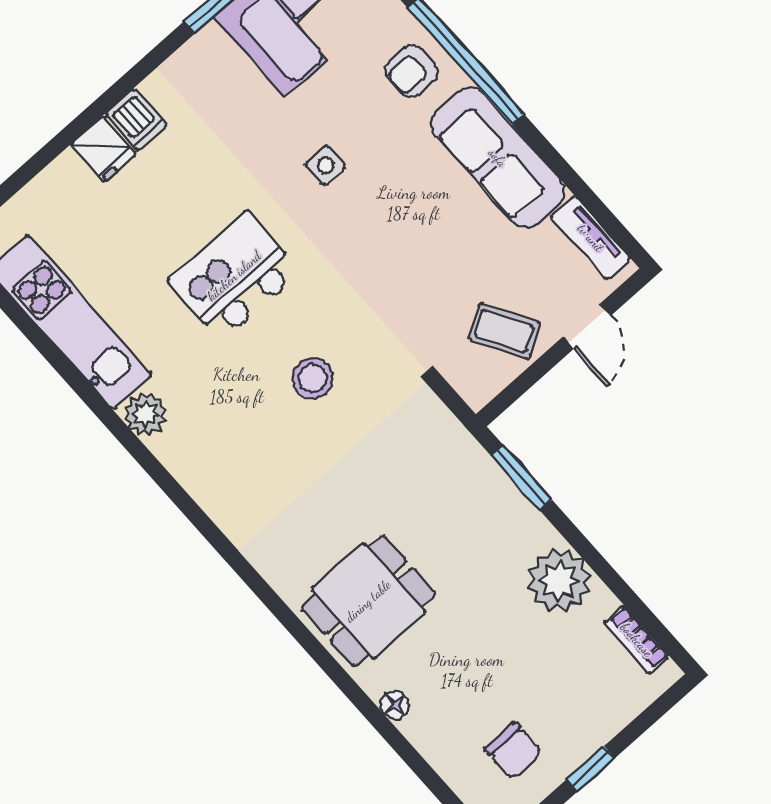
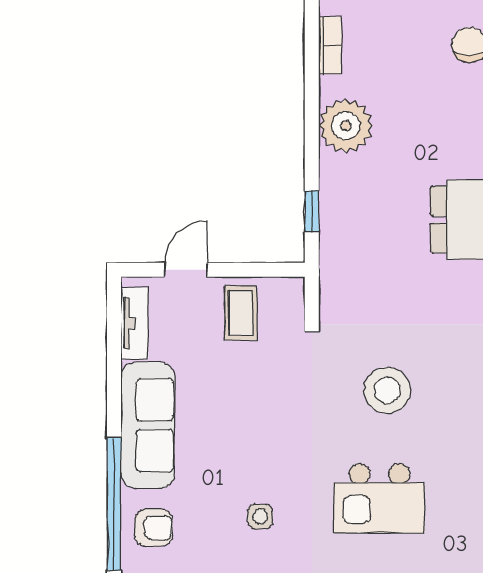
coffee table: (504, 331) -> (241, 313), turned 30
stool: (313, 378) -> (387, 390), width x1.38, depth x1.38
window: (522, 478) -> (312, 211), width x0.67

